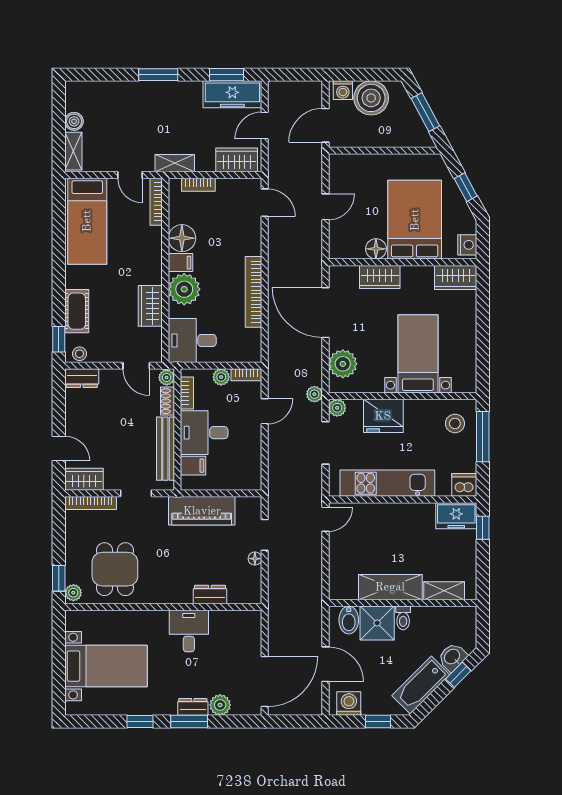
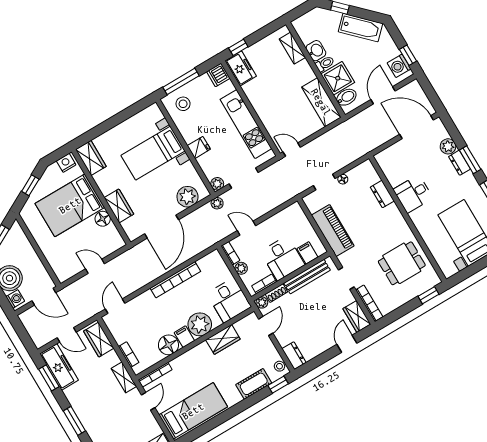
fridge: (383, 416) -> (199, 147), width x0.53, depth x0.75
shelving: (390, 587) -> (321, 102), moved
plant: (73, 593) -> (432, 281), removed
washbasin: (452, 657) -> (316, 51), moved, turned -135
window: (378, 722) -> (408, 55), moved

